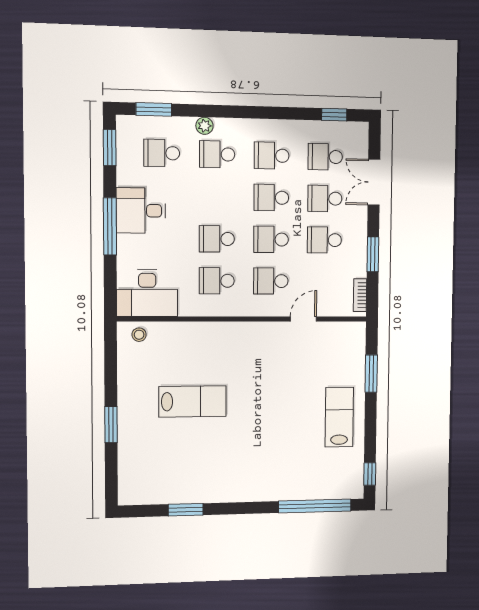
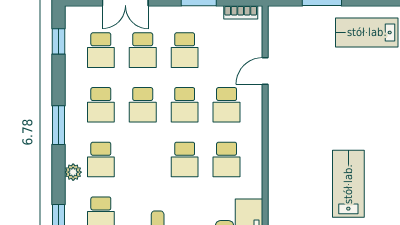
window: (252, 112) -> (59, 125), added
door: (303, 319) -> (265, 71), hinge flipped

